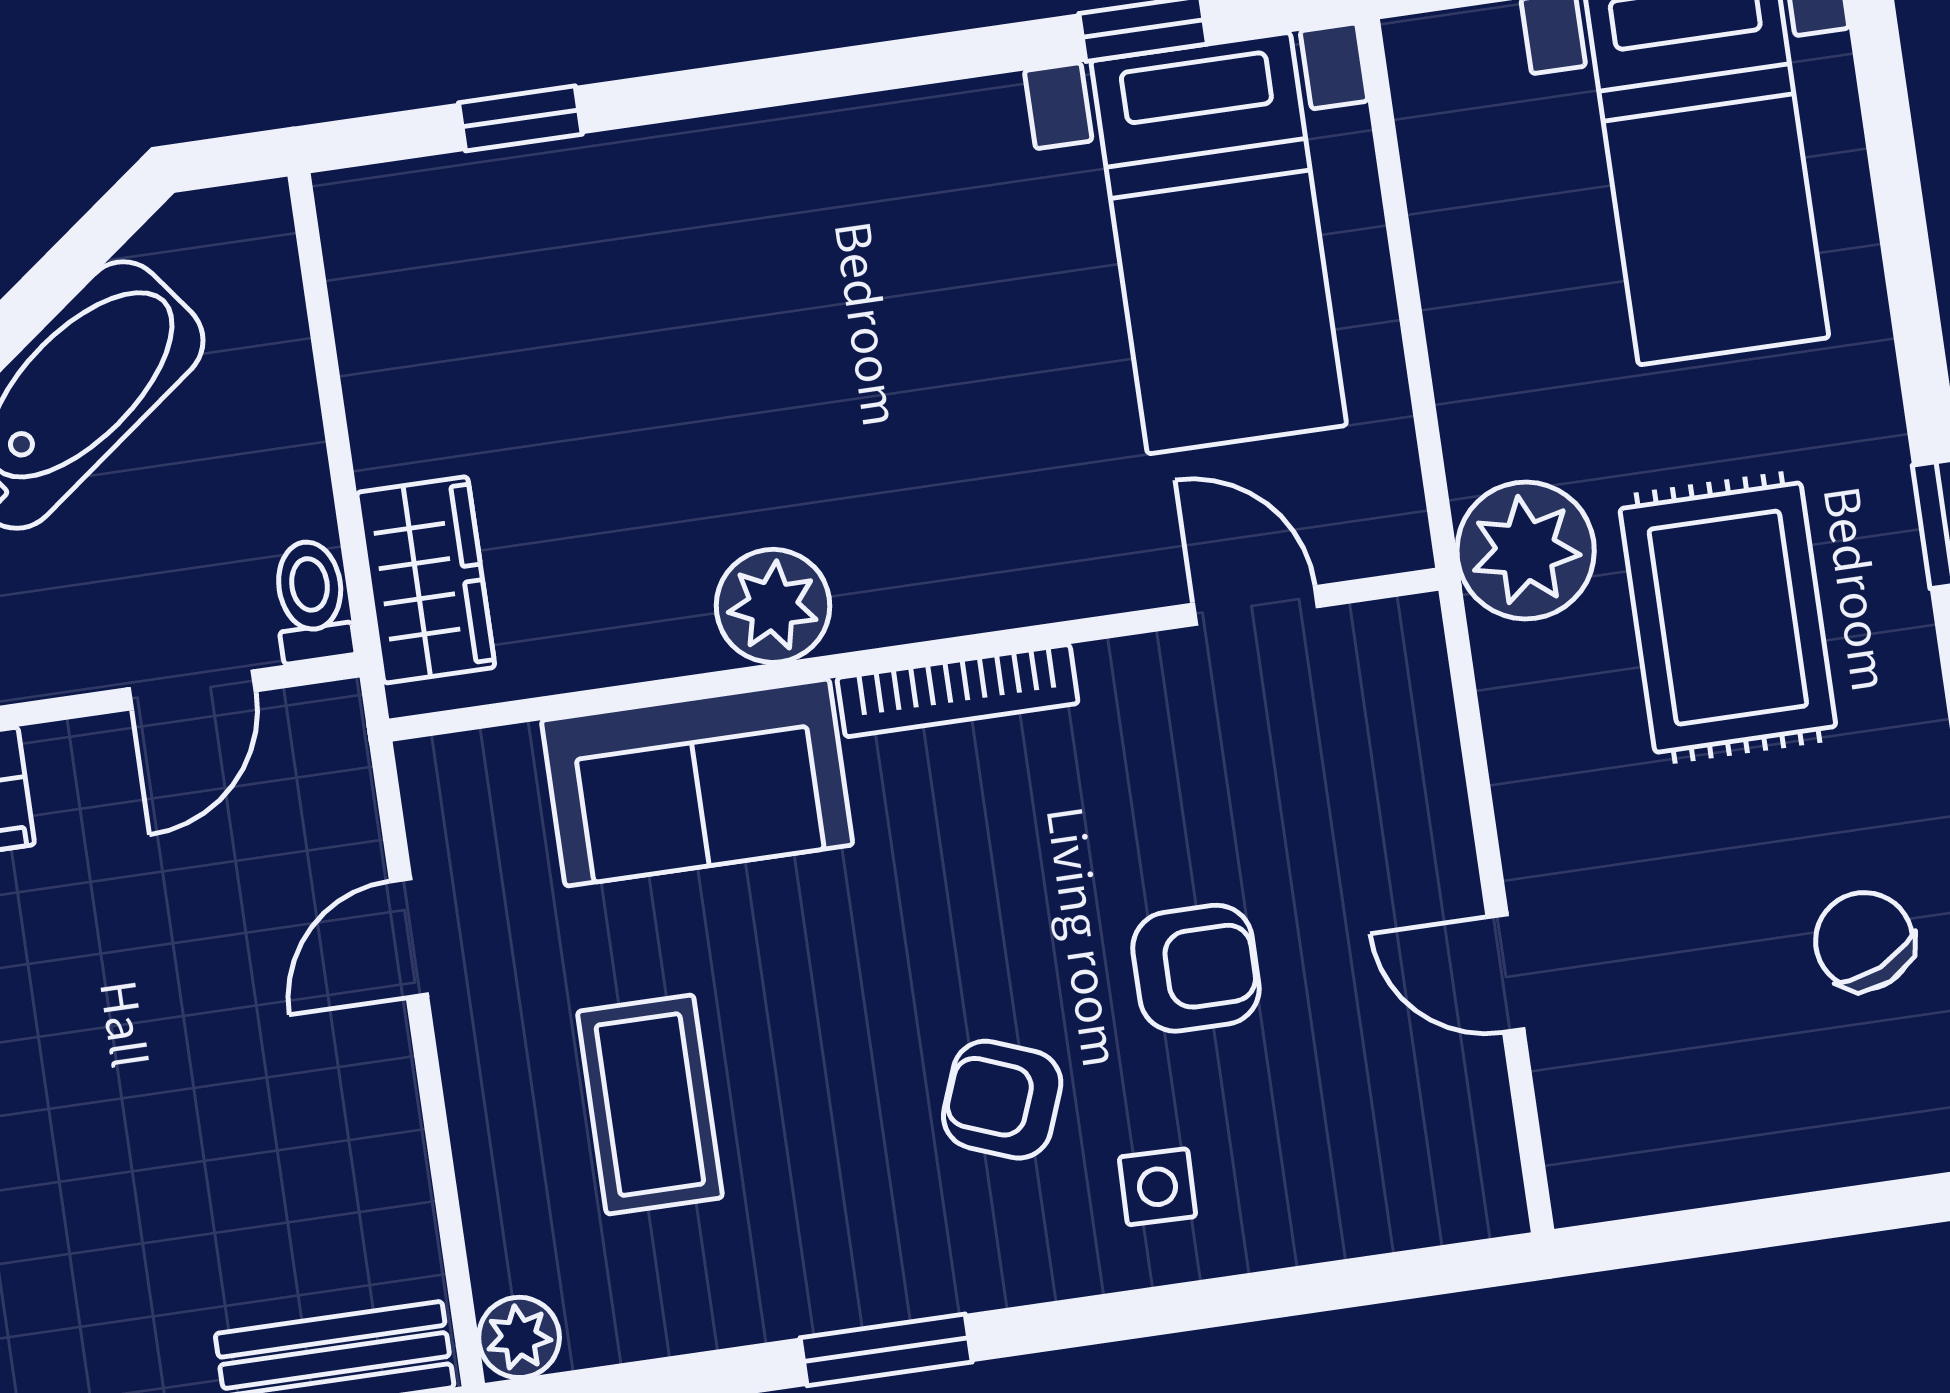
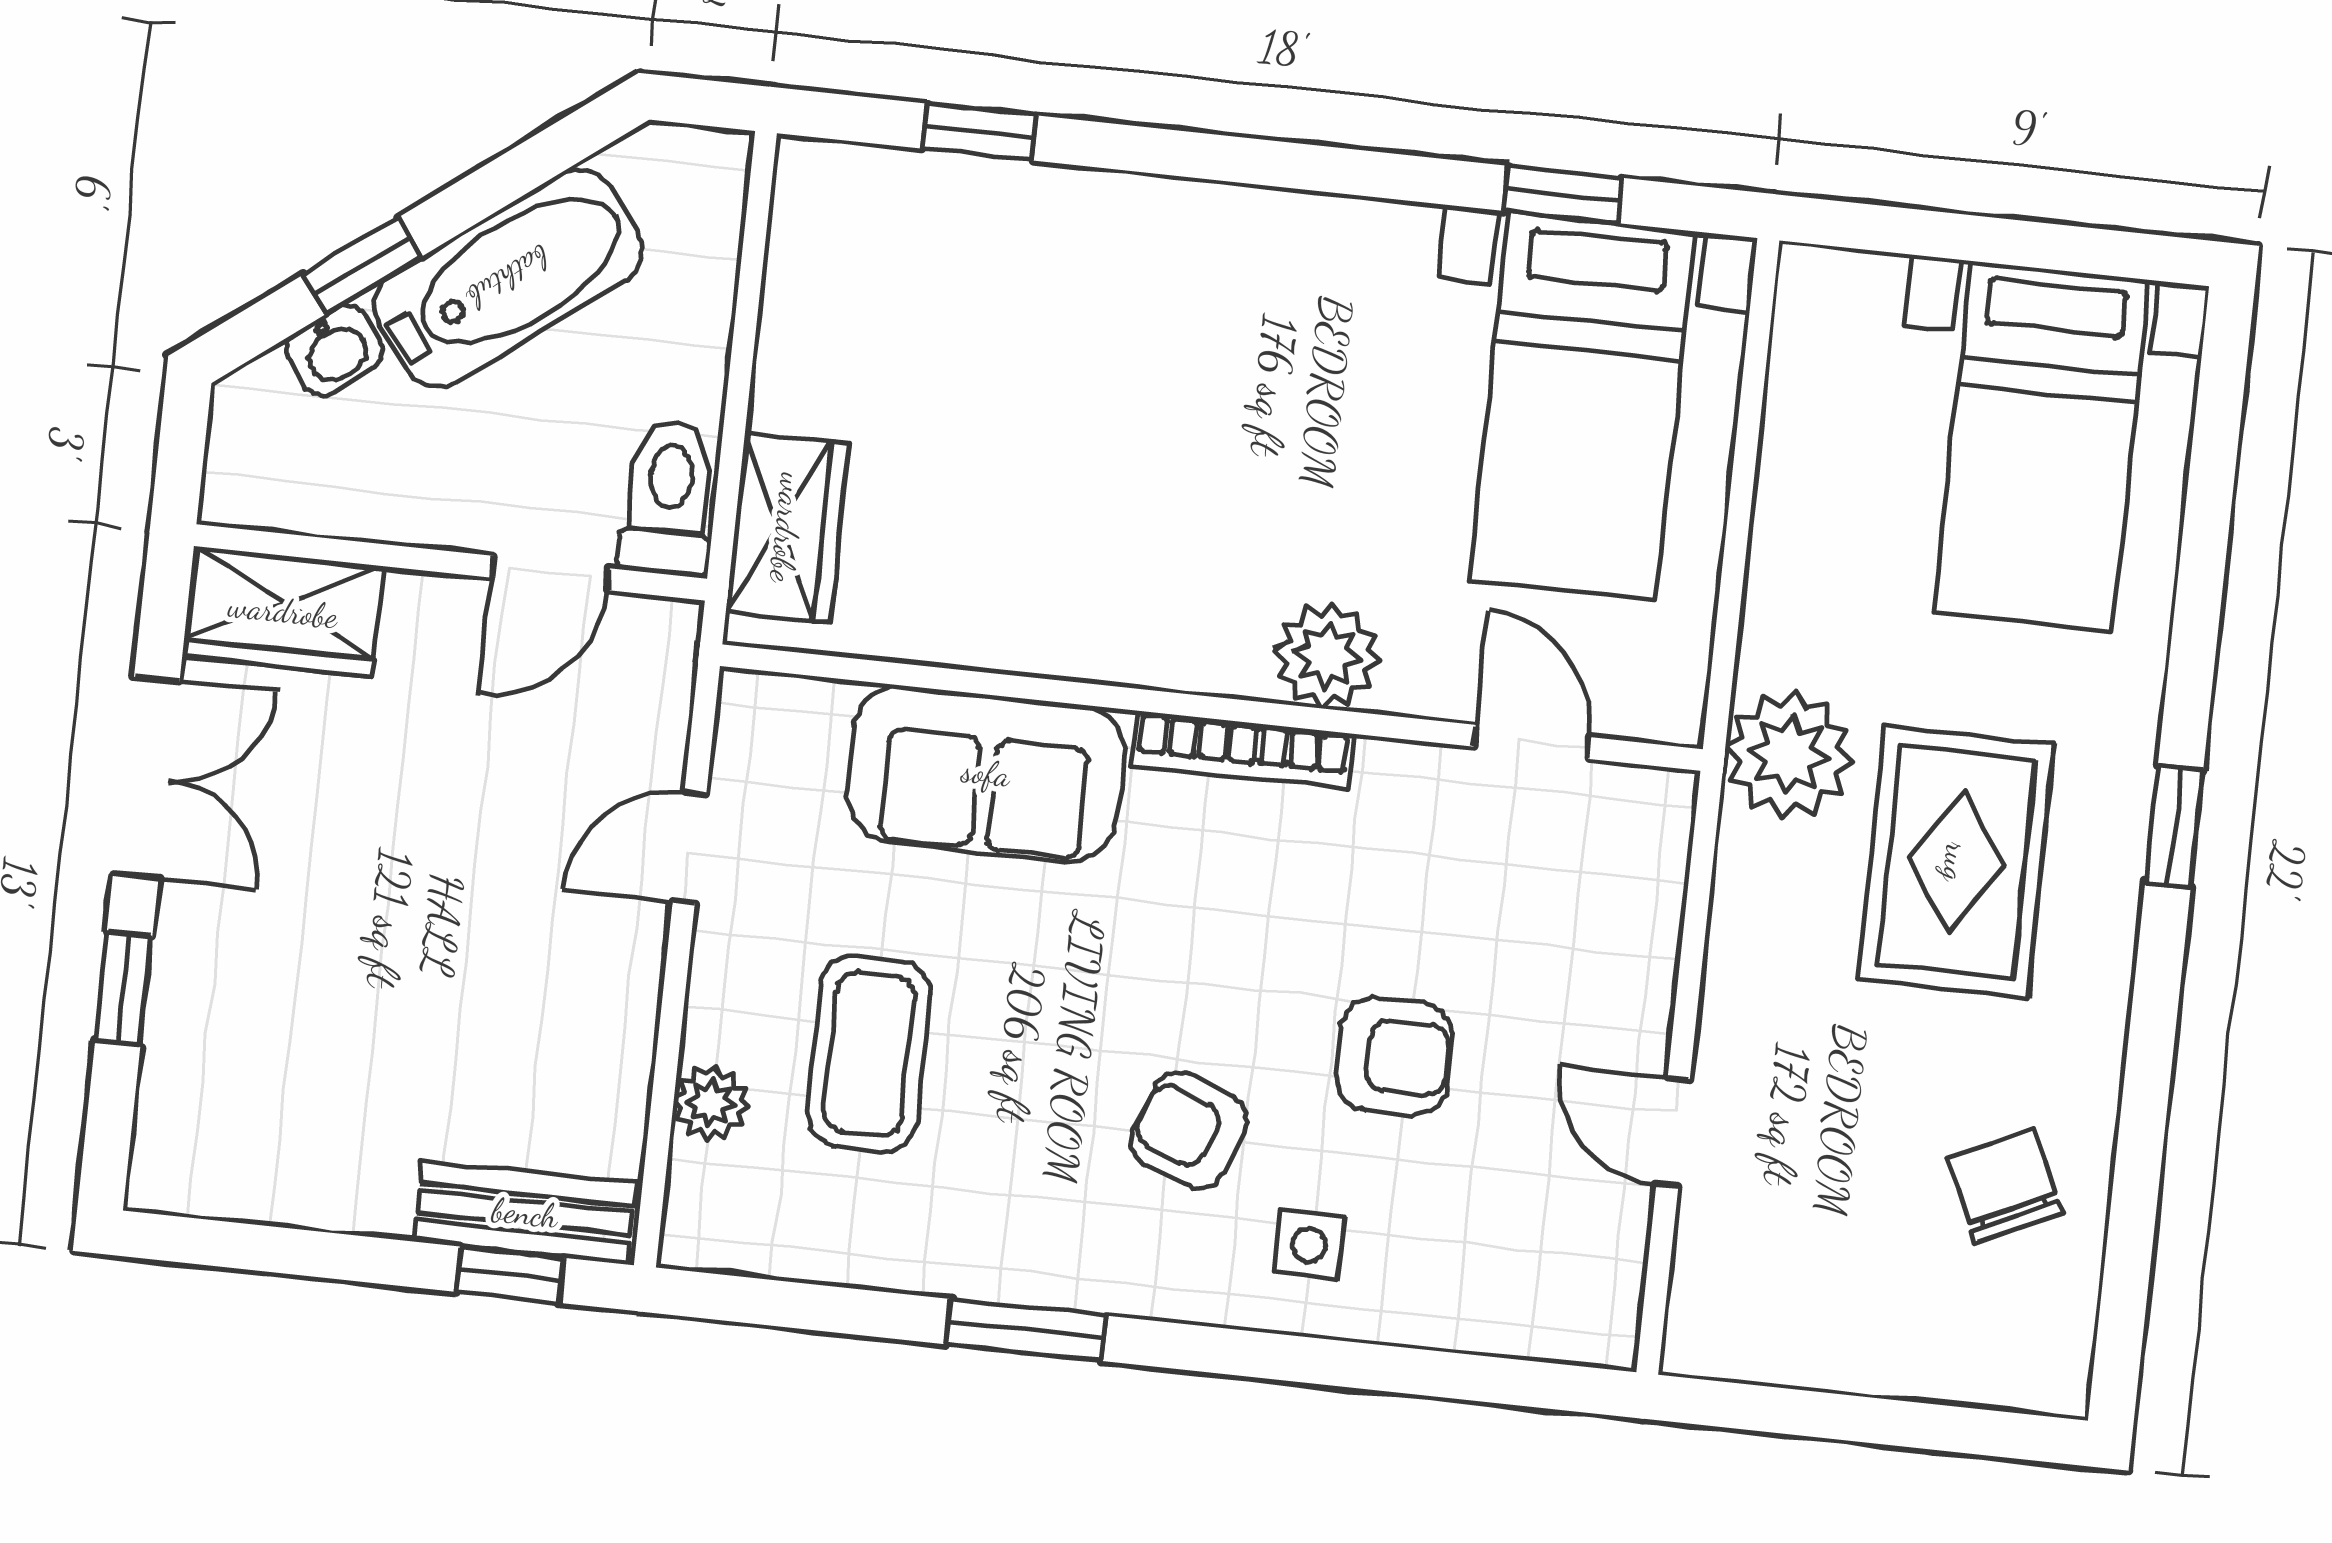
toilet: (312, 601) -> (669, 498), width x1.37, depth x1.39
plant: (773, 606) -> (1327, 656), moved
plant: (519, 1337) -> (711, 1103), moved

